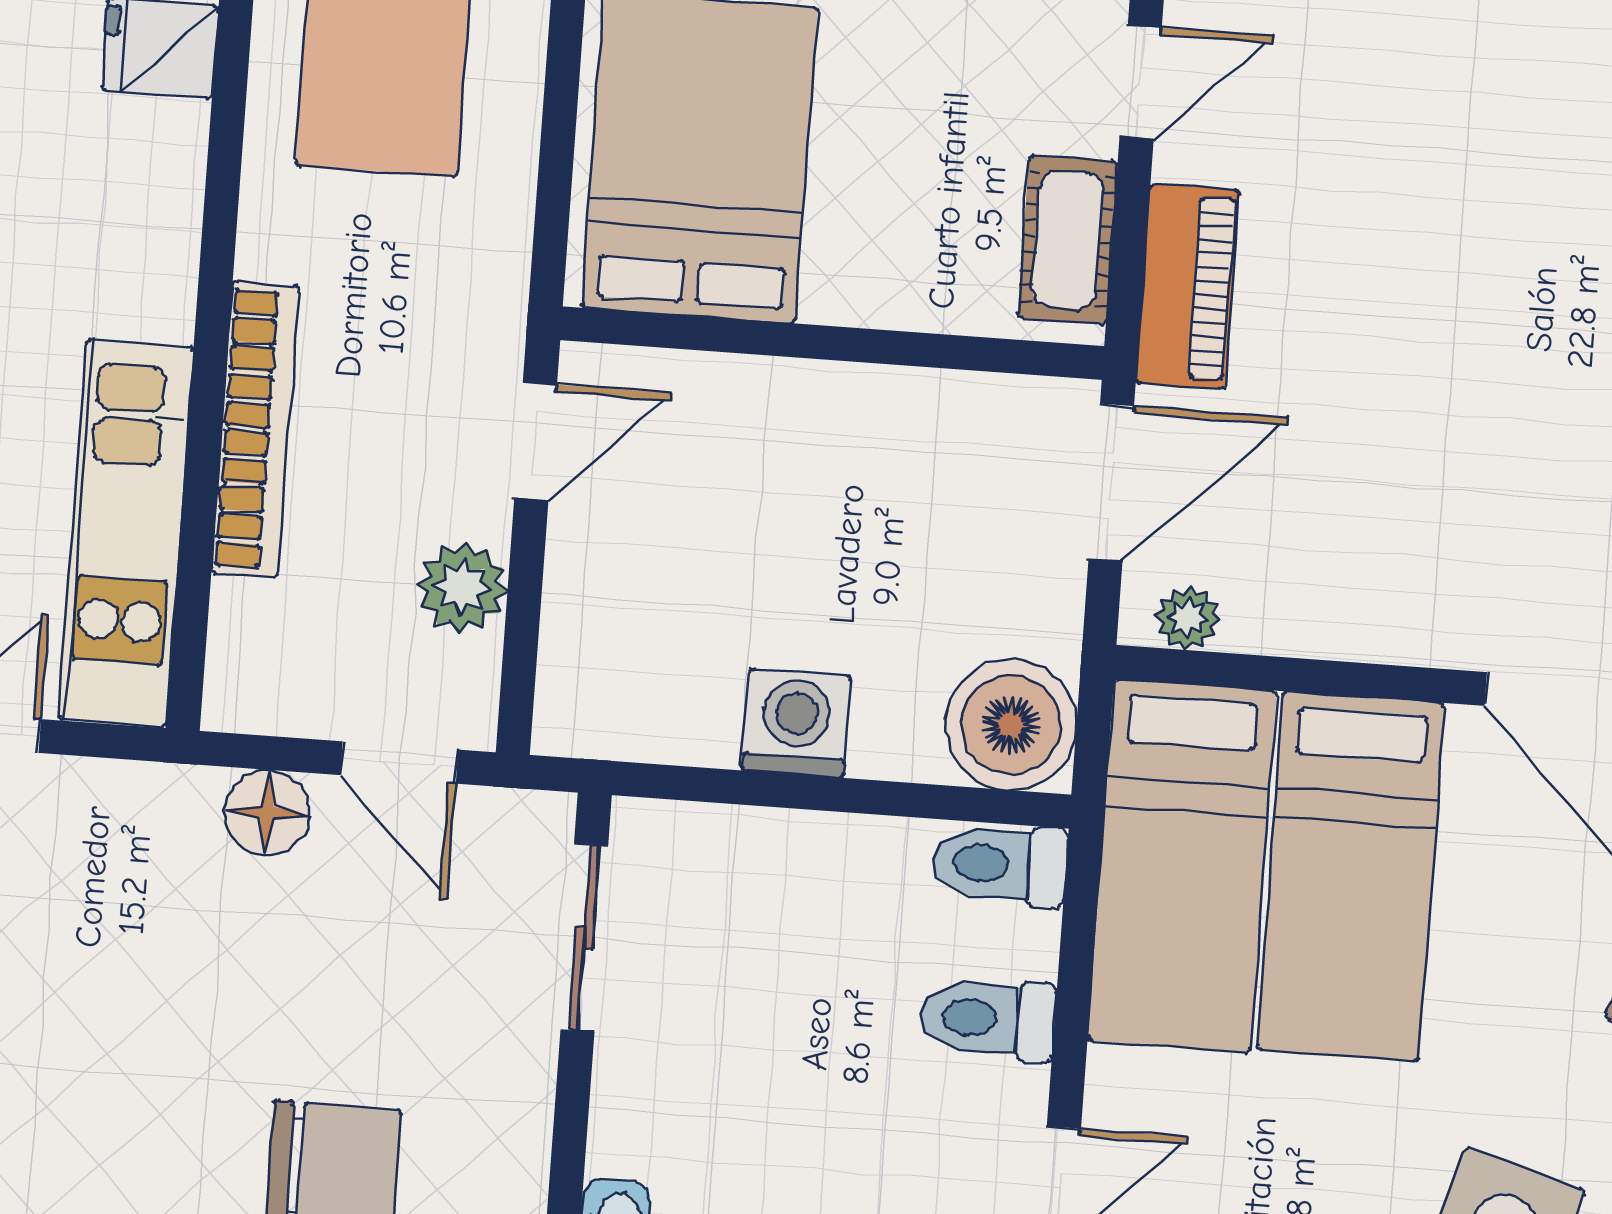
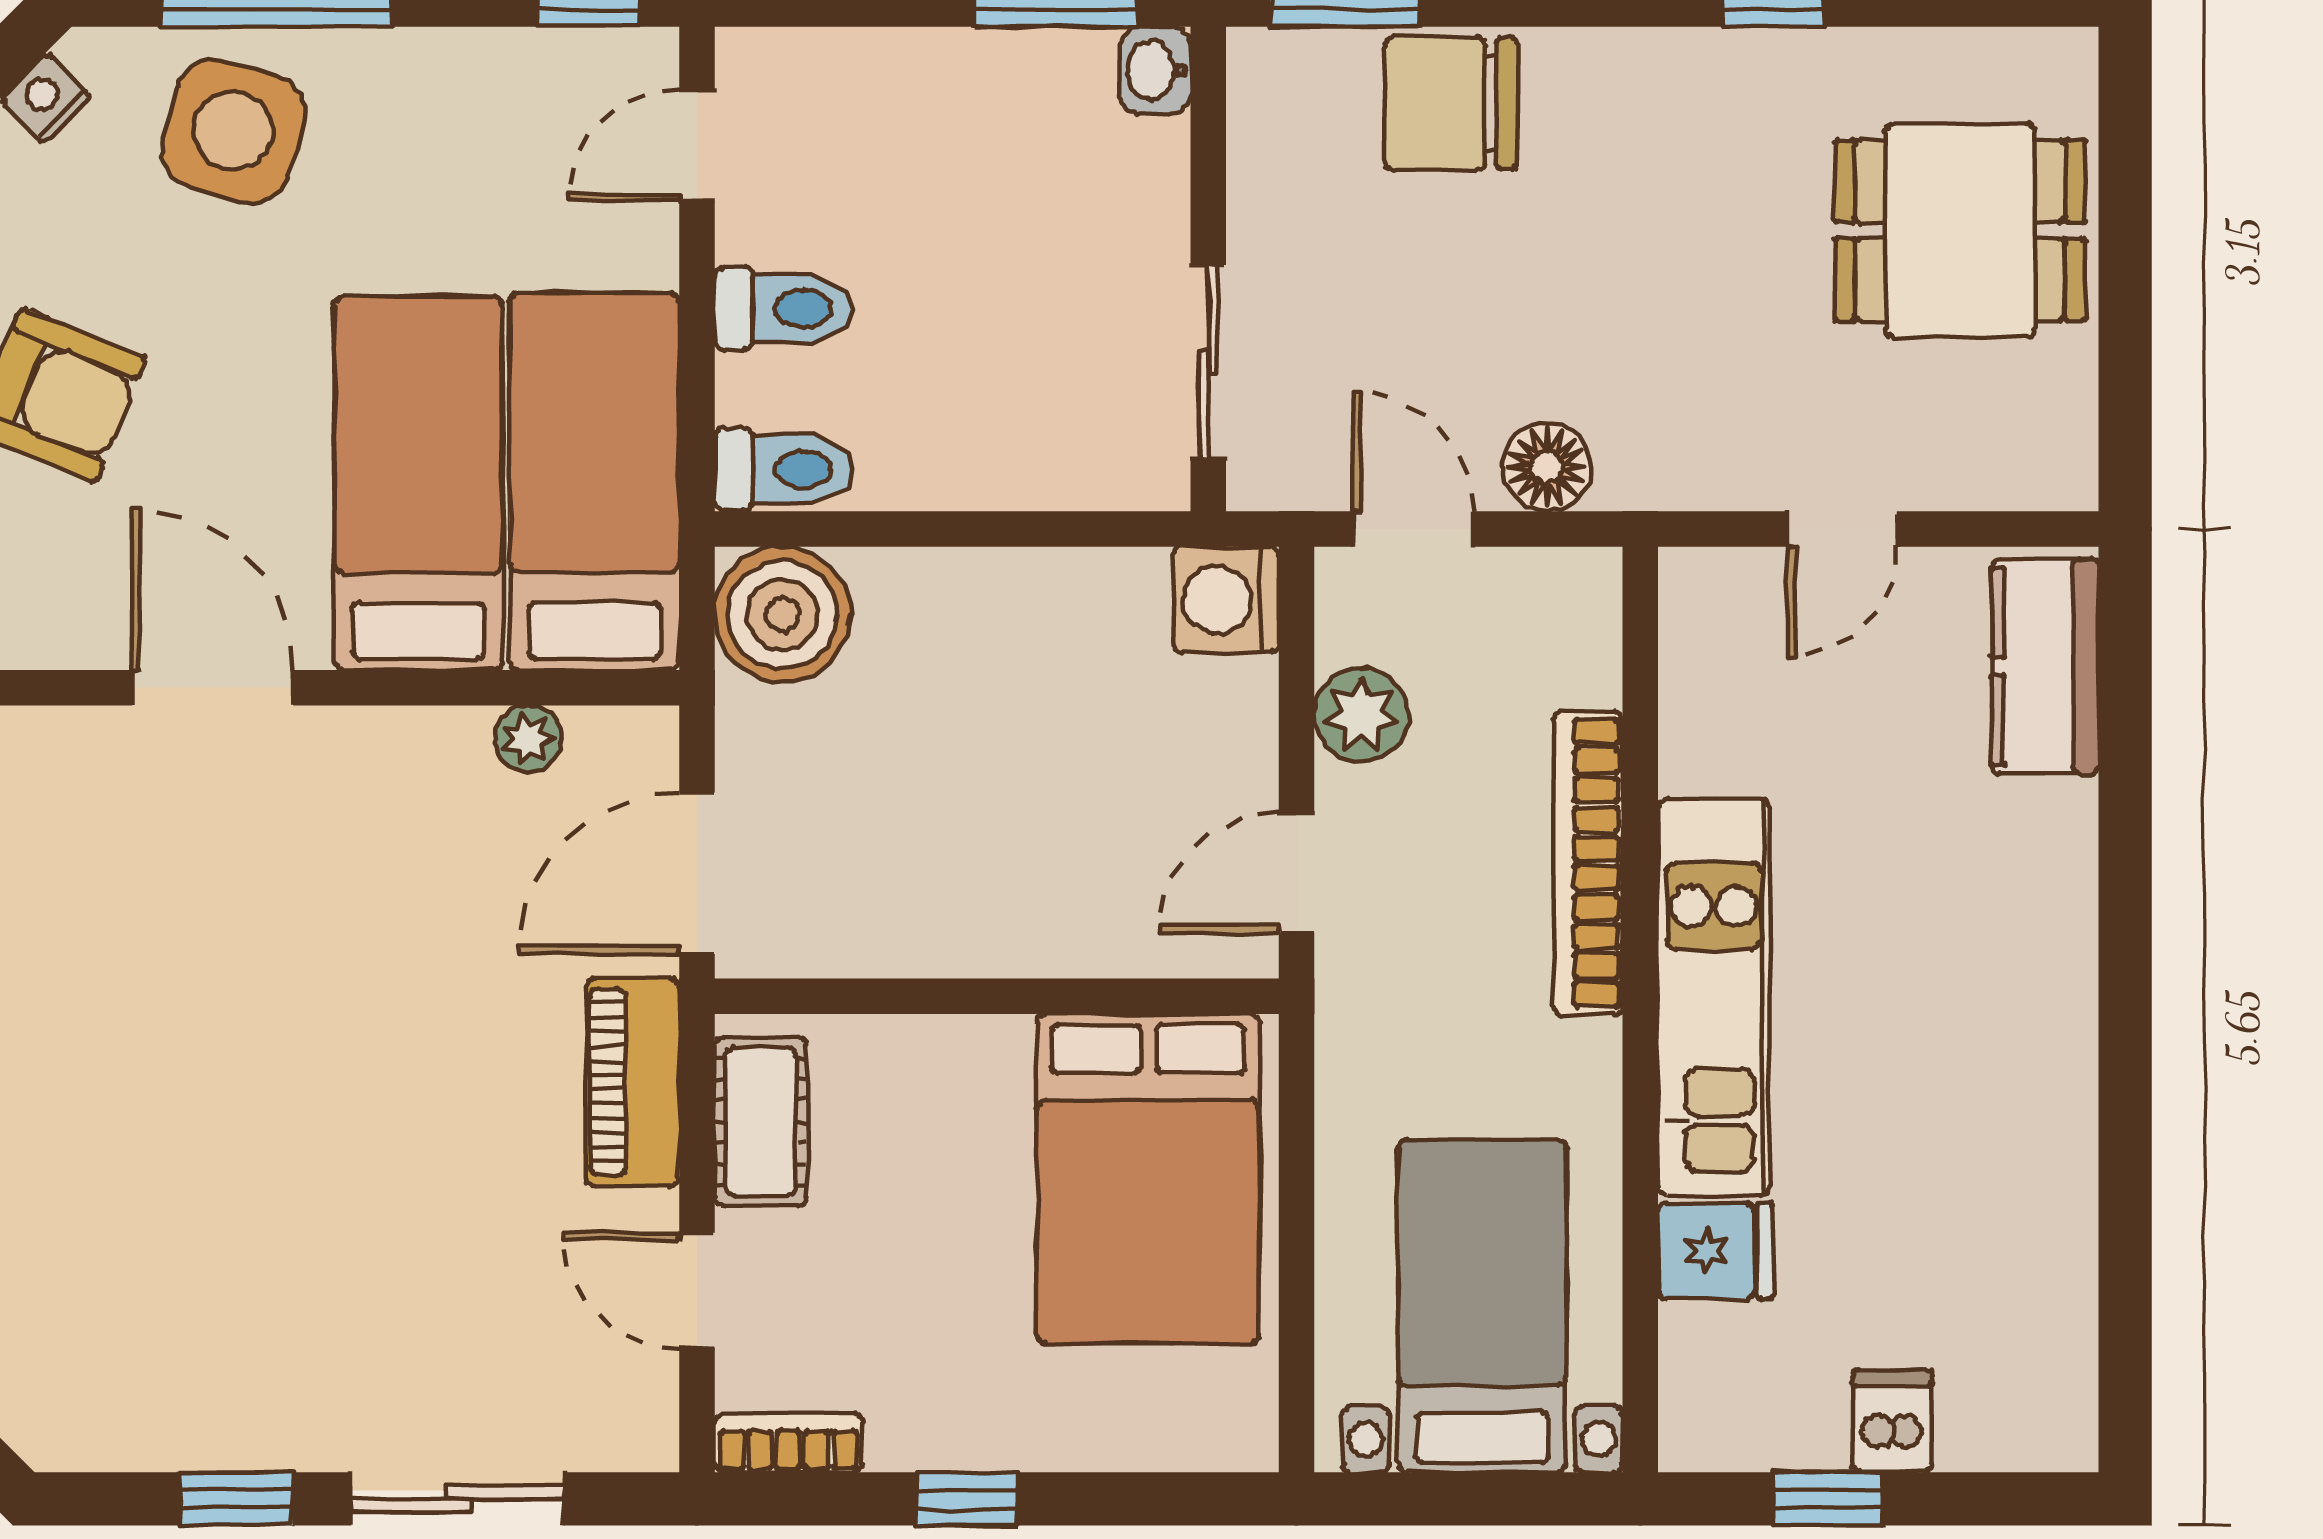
door: (1141, 82) -> (697, 1290), hinge flipped
kitchen unit: (126, 533) -> (1714, 997), moved
plant: (1188, 618) -> (528, 739), moved
washing machine: (796, 723) -> (1226, 600), moved, turned 90

